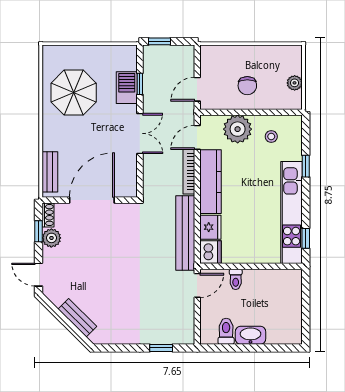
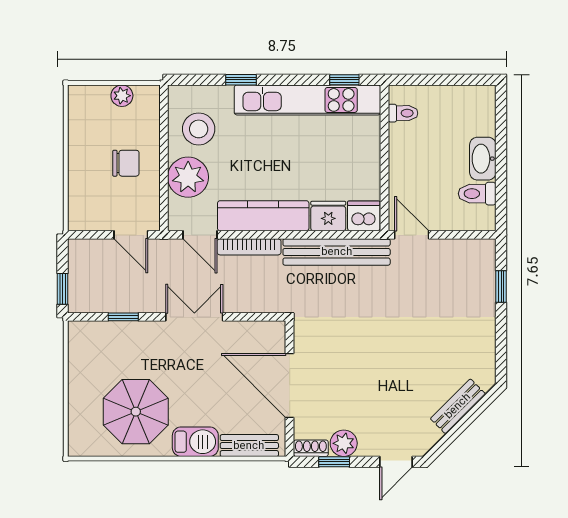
barbecue: (127, 88) -> (195, 442), moved, turned 180
stool: (271, 137) -> (199, 129), width x1.89, depth x1.89
toilet: (236, 279) -> (403, 113), moved

